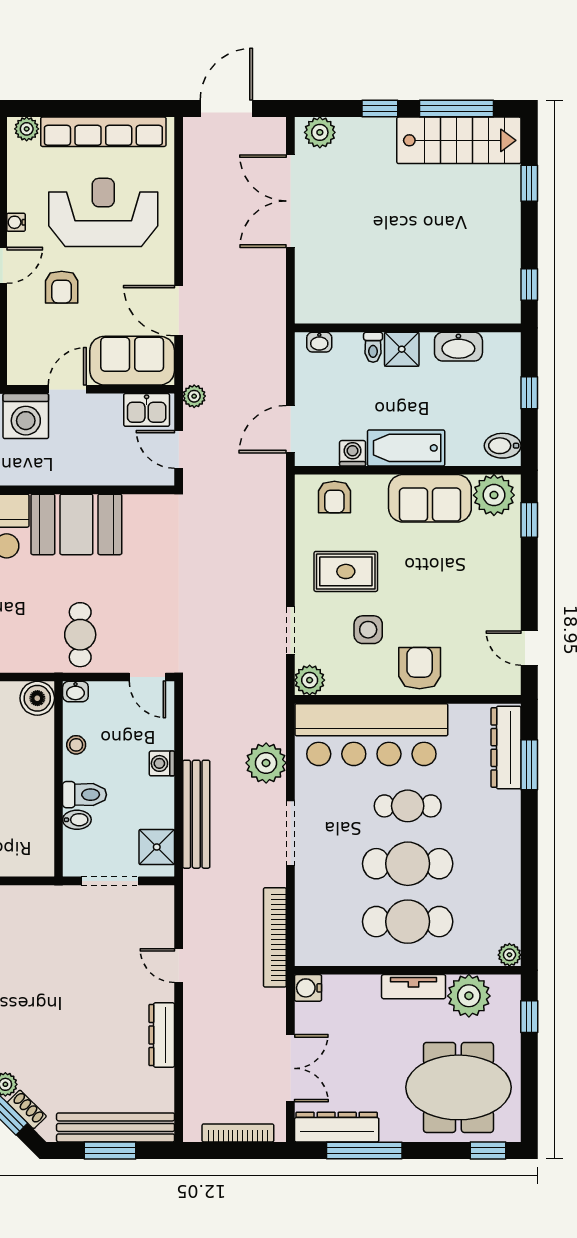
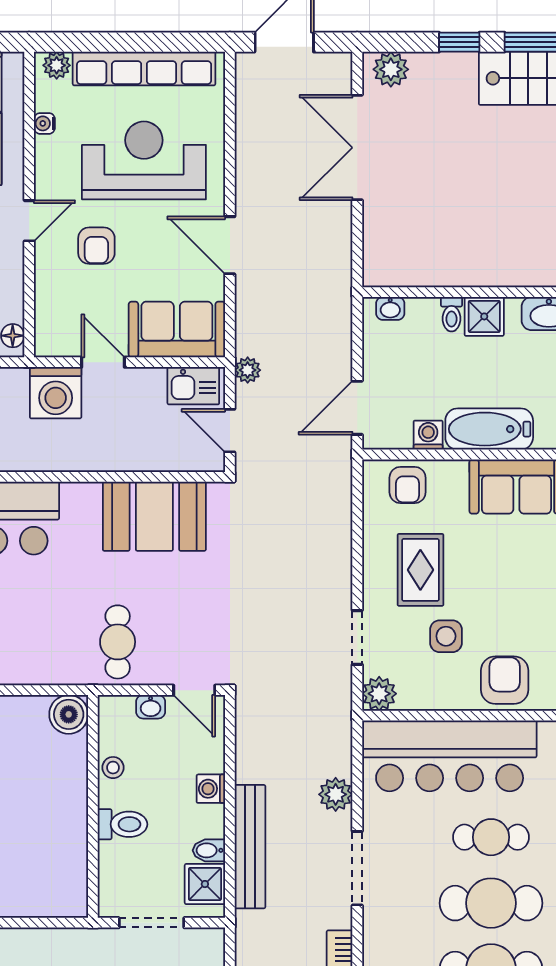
water cooler: (16, 222) -> (44, 123), moved
door: (179, 311) -> (230, 245), moved
door: (67, 389) -> (103, 362), hinge flipped
booth: (76, 524) -> (154, 516), moved
rug: (346, 571) -> (420, 570), turned 90
washbasin: (75, 692) -> (151, 707), moved
plant: (266, 763) -> (336, 794), width x0.73, depth x0.73
bidet: (77, 820) -> (209, 850), moved, turned 180

